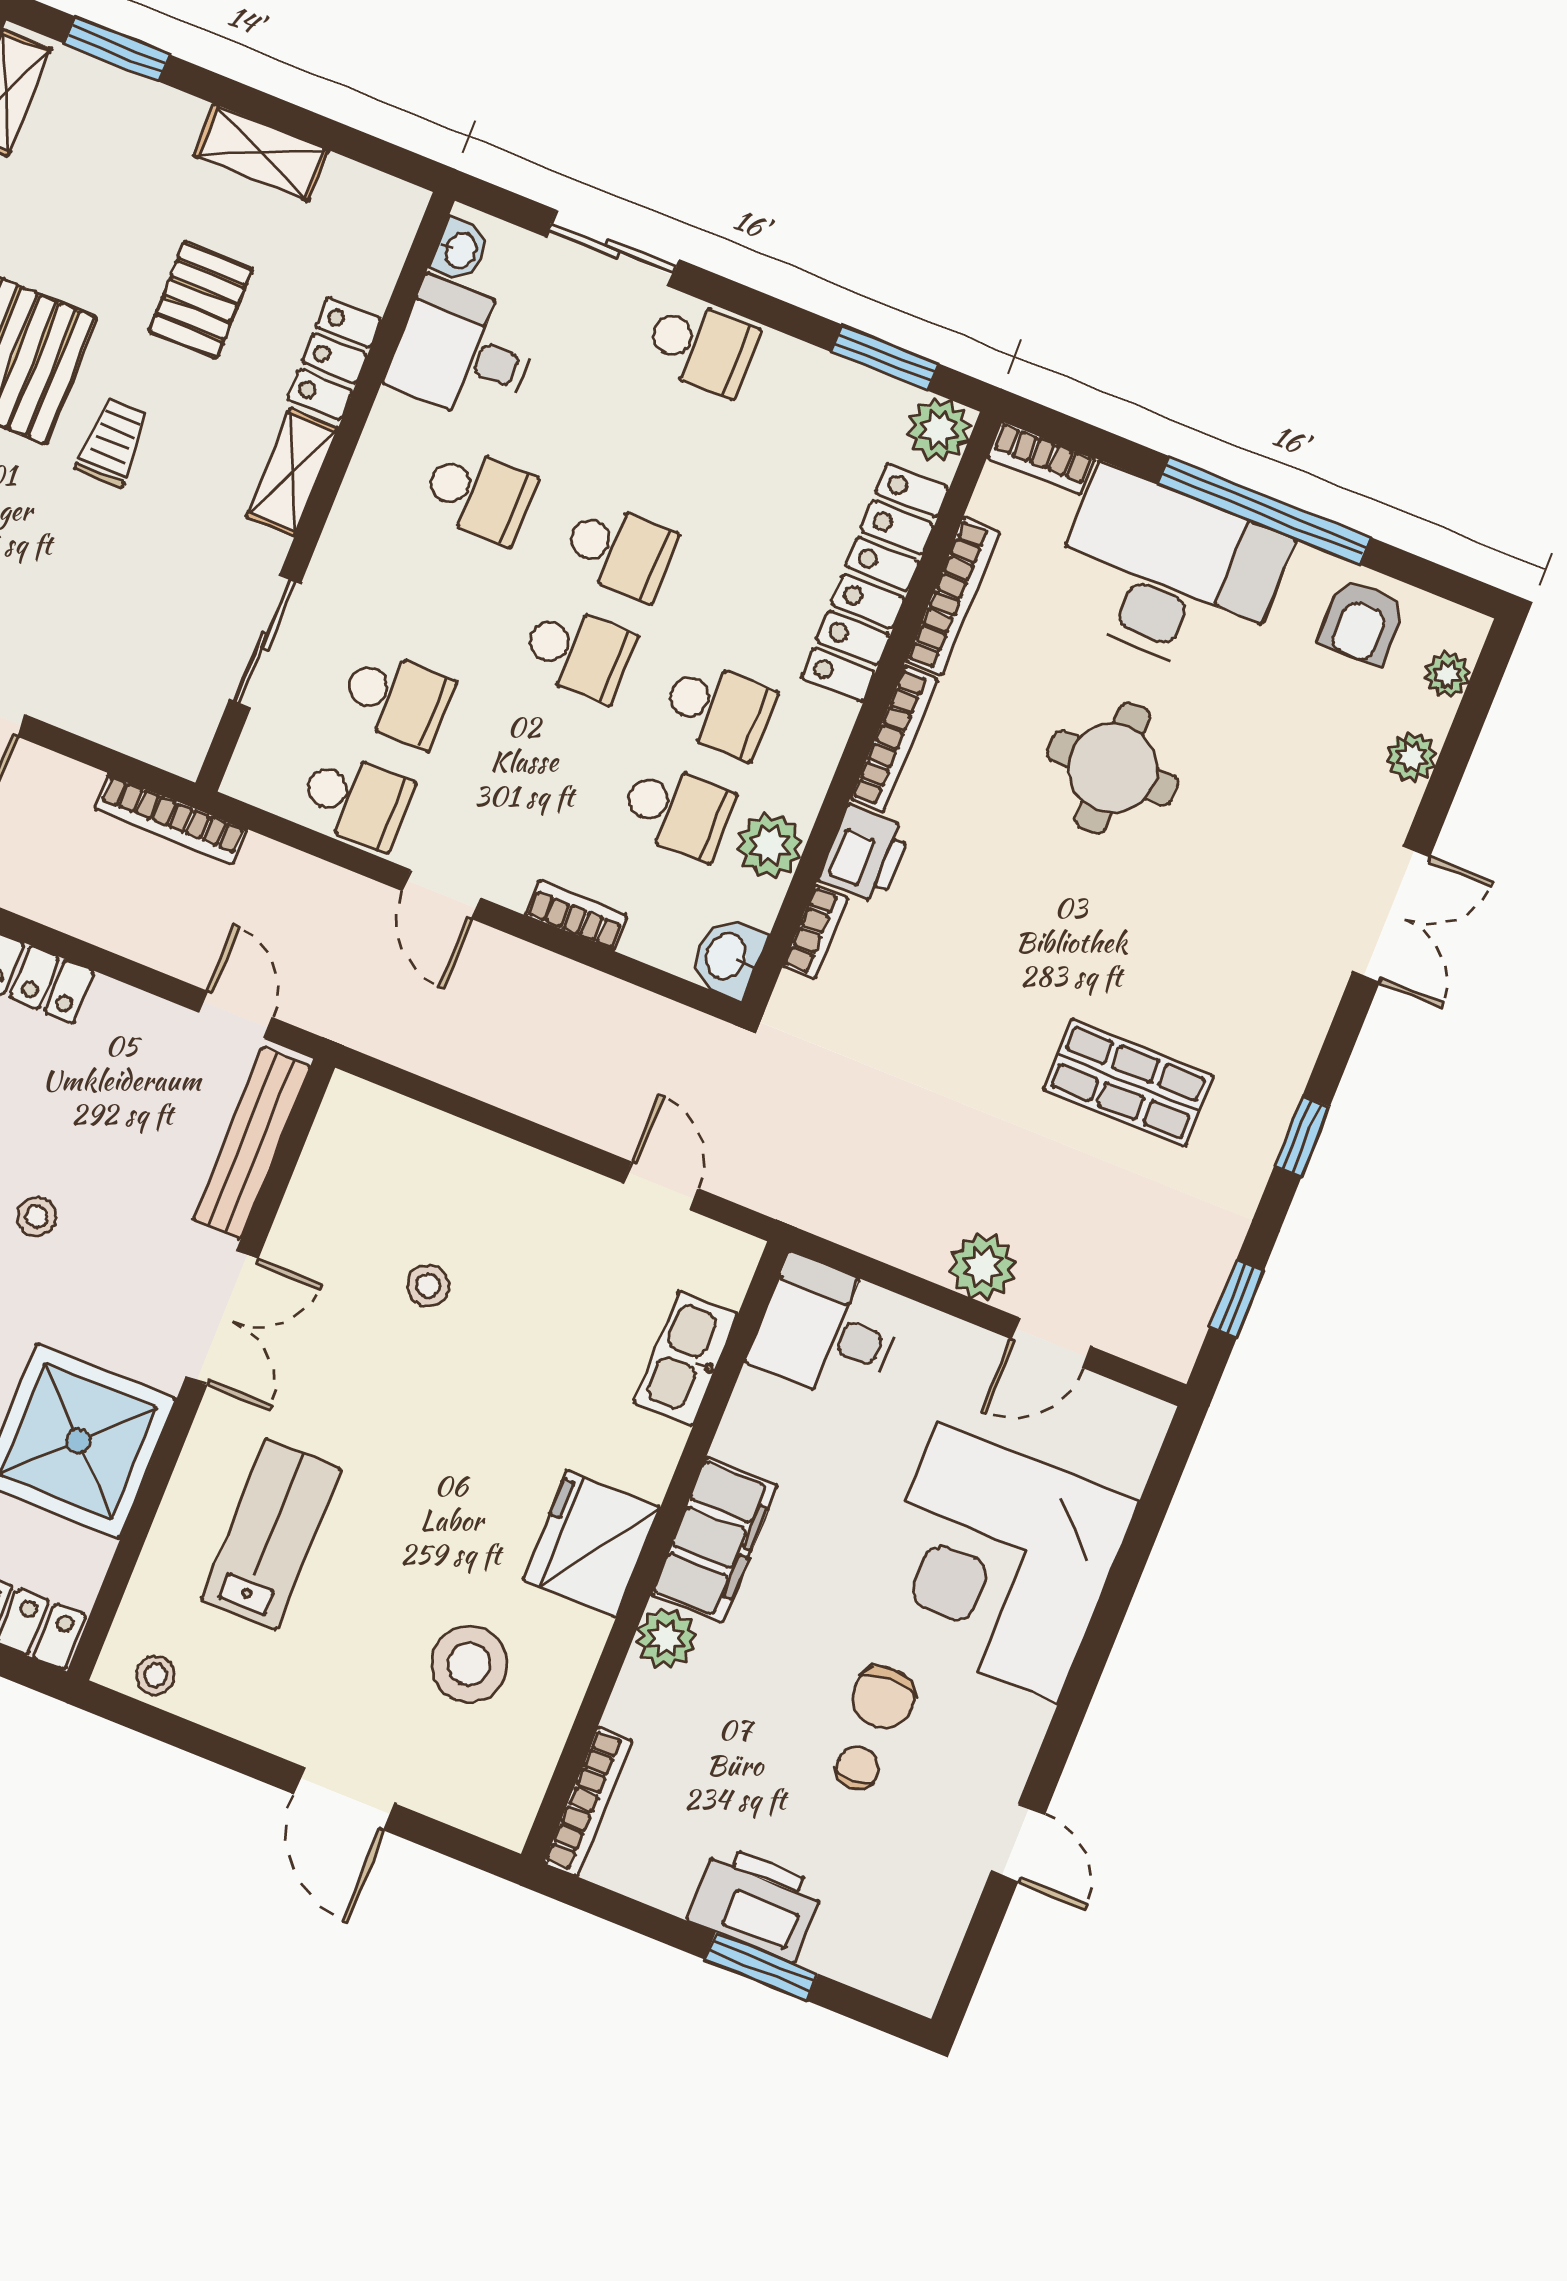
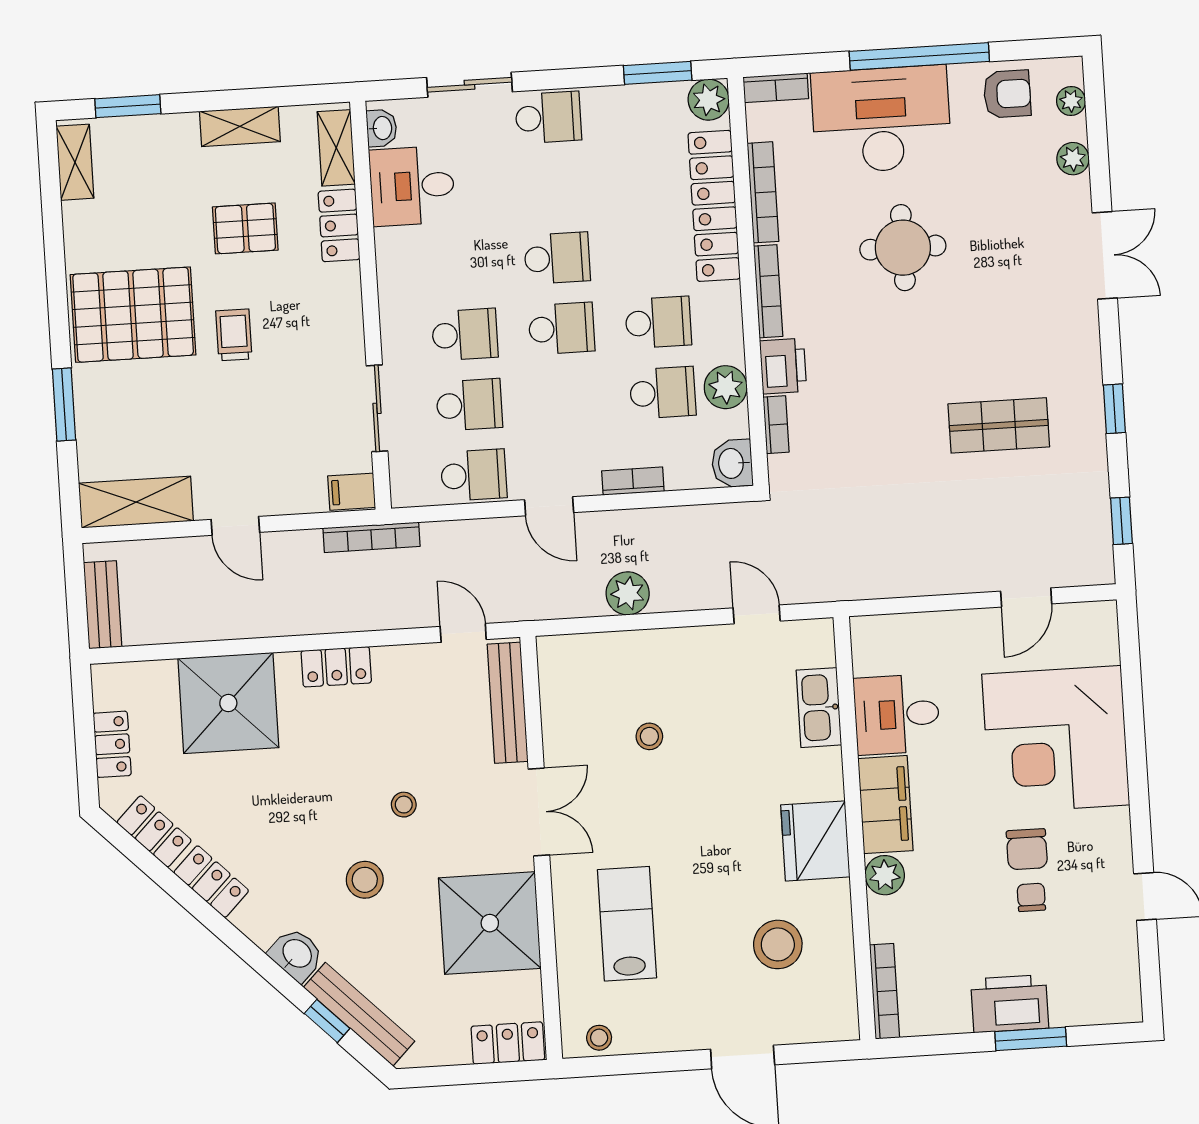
pallet: (201, 300) -> (245, 228), turned 90
shelving: (292, 472) -> (336, 148), moved
school desk: (479, 494) -> (465, 334), moved
armchair: (1362, 622) -> (1007, 94), turned -90
filing cabinet: (174, 741) -> (352, 492), added
plant: (983, 1266) -> (628, 593), moved
desk: (827, 1330) -> (897, 714), moved

